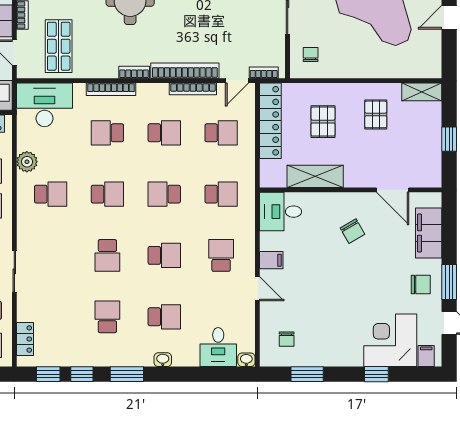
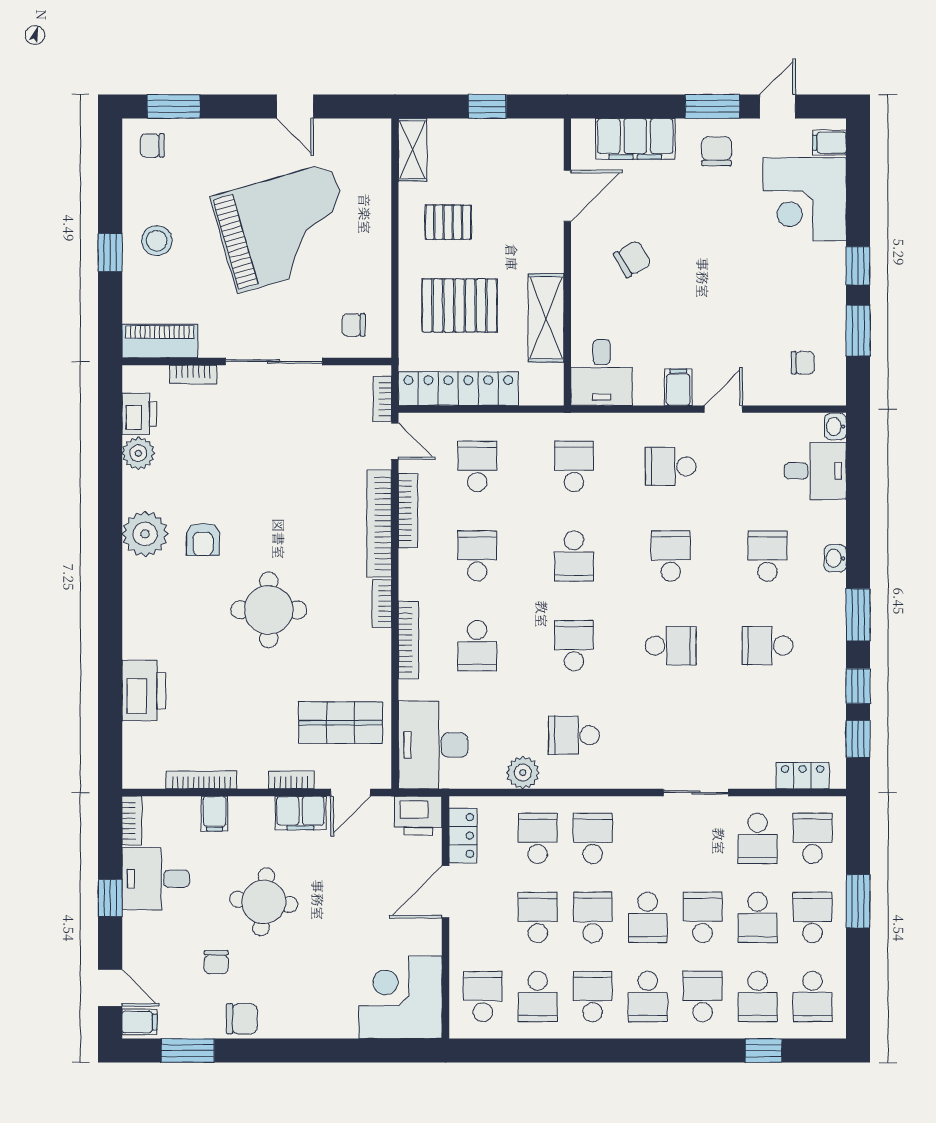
pallet: (323, 122) -> (459, 305), width x1.50, depth x1.42
school desk: (51, 194) -> (574, 735), turned -90
window: (376, 374) -> (858, 266), moved

